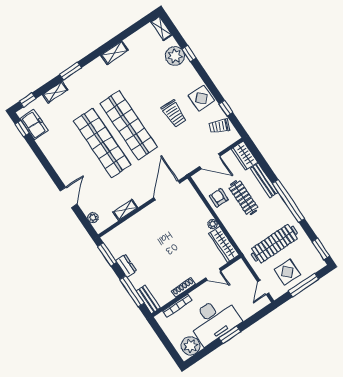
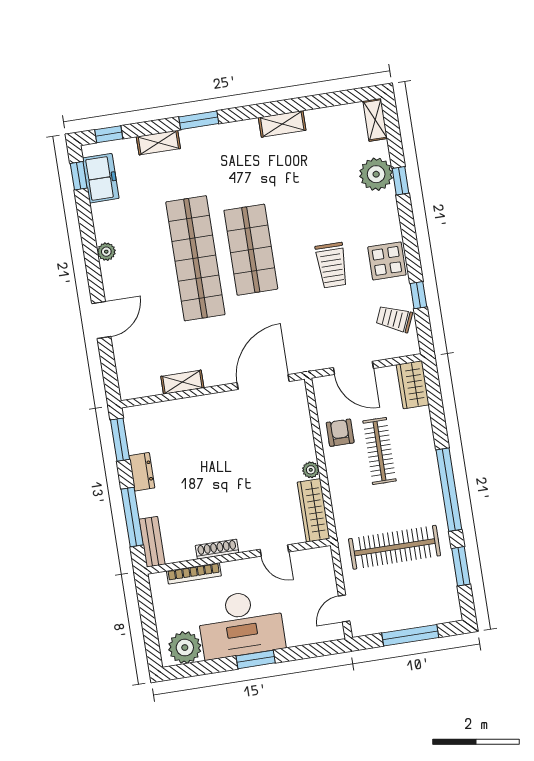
shop shelf: (129, 125) -> (251, 250), width x0.71
bench: (264, 180) -> (426, 439), removed
plant: (93, 218) -> (106, 252), moved
window: (321, 249) -> (461, 566), moved
display table: (287, 272) -> (394, 602), removed

